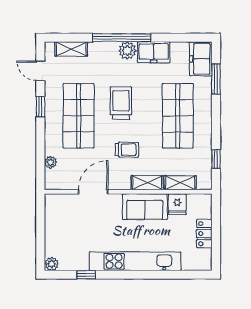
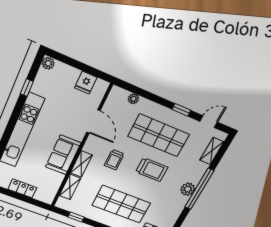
freezer: (154, 52) -> (176, 206), removed
fridge: (177, 204) -> (86, 83), moved, turned -90

